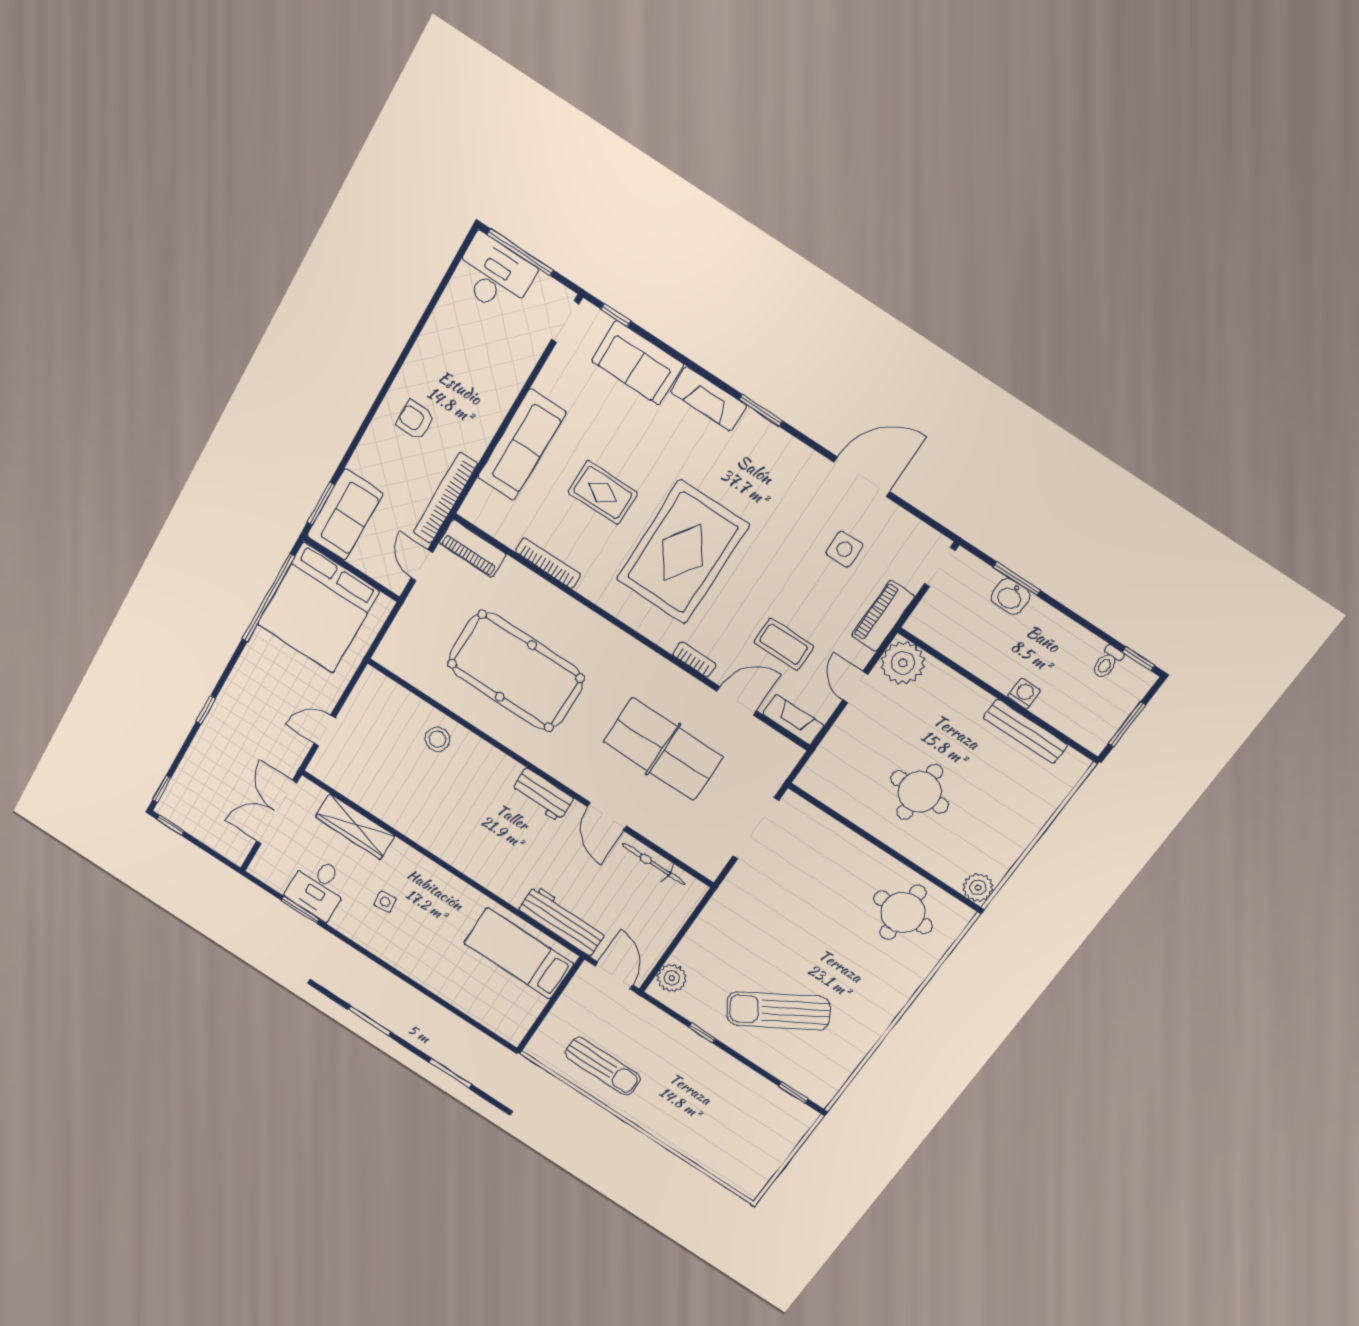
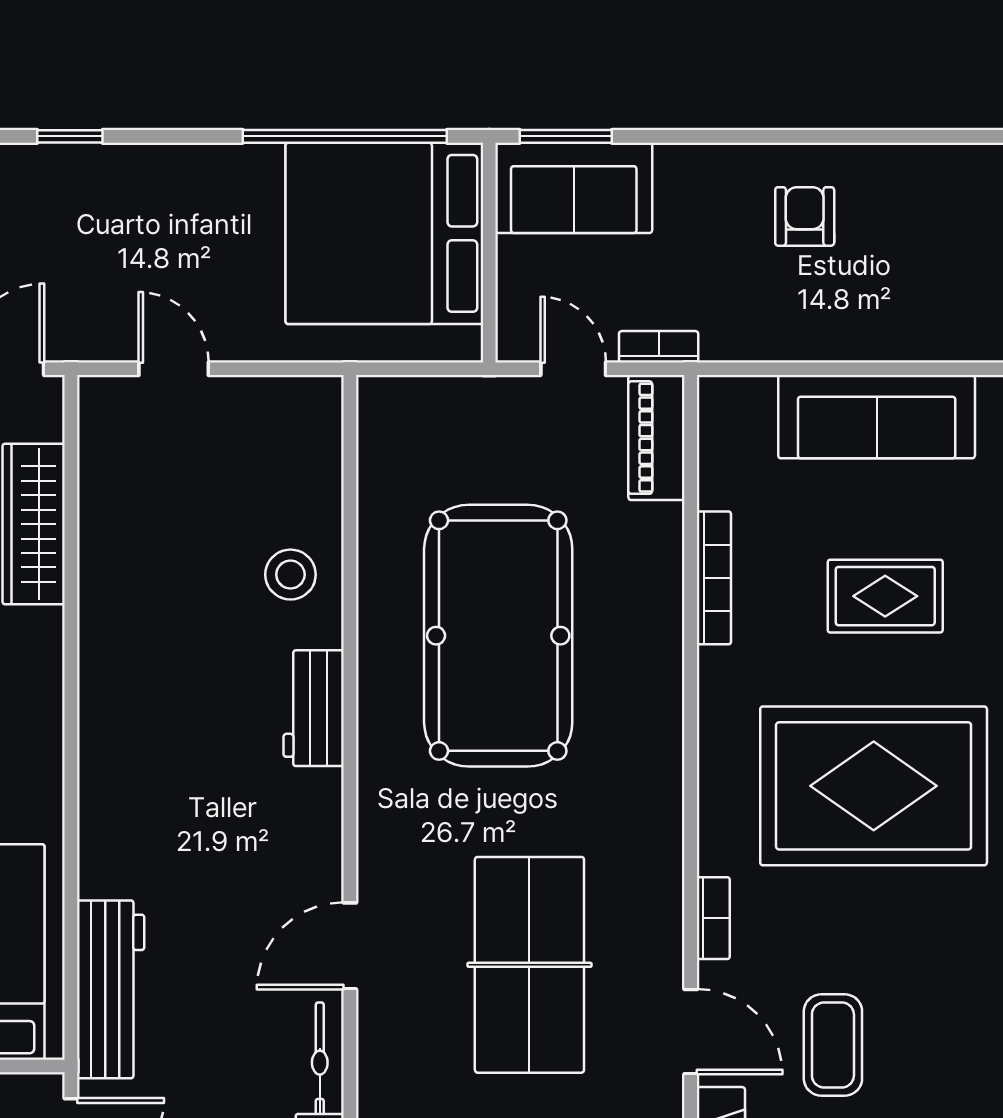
rug: (603, 493) -> (885, 596), turned 90
bookcase: (445, 498) -> (659, 347), width x0.43, depth x0.76
door: (422, 565) -> (573, 369), hinge flipped
workbench: (543, 795) -> (314, 708), moved

